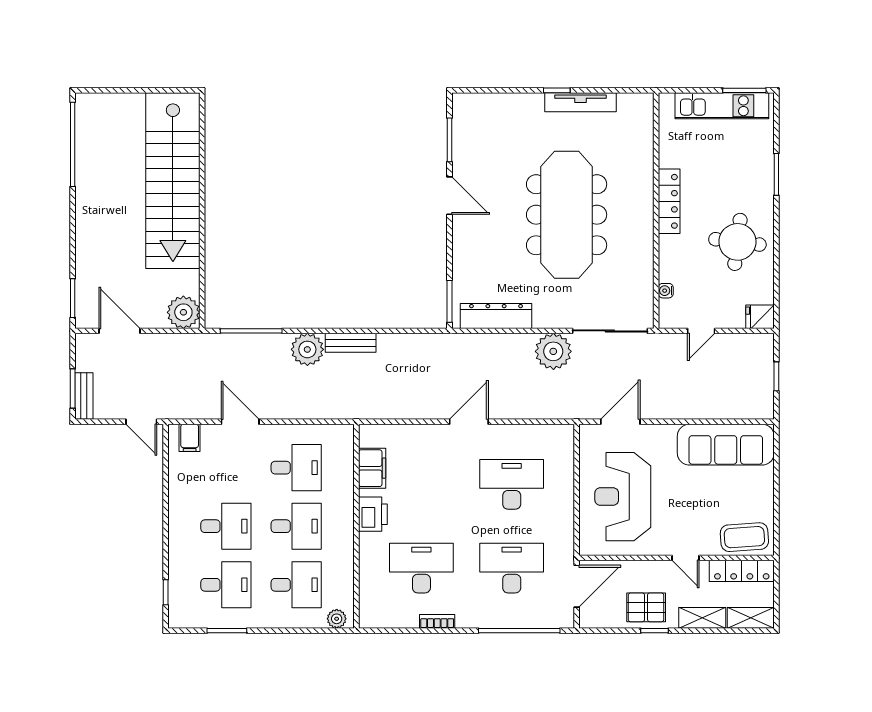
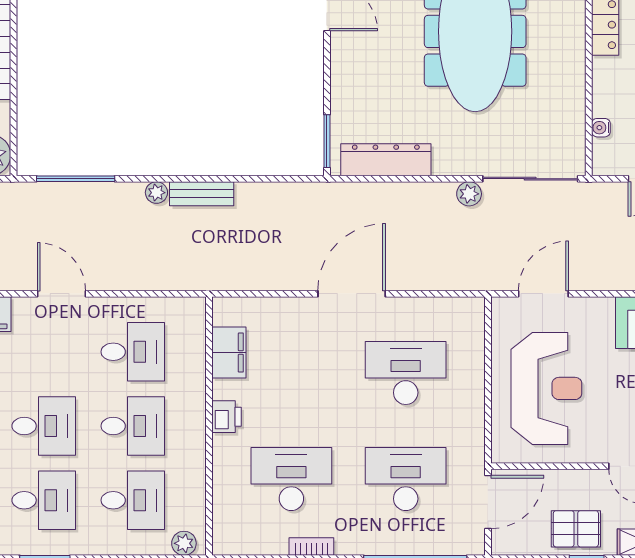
plant: (307, 349) -> (156, 193), width x0.53, depth x0.53
plant: (553, 351) -> (469, 194), width x0.53, depth x0.53
door: (469, 422) -> (352, 294), width x1.36
reception desk: (623, 497) -> (546, 388), turned 180
printer: (373, 514) -> (226, 417), width x0.73, depth x0.81

